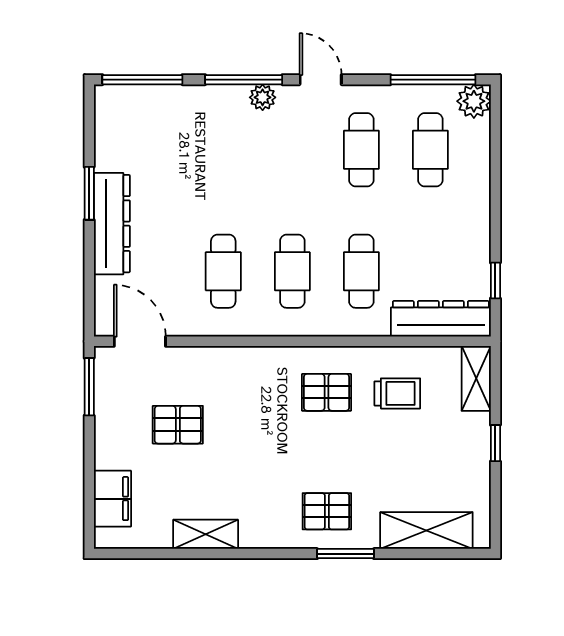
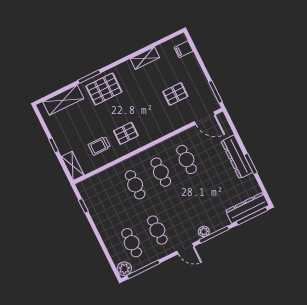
dresser: (441, 319) -> (247, 208), moved, turned 180
filing cabinet: (112, 499) -> (184, 49), width x0.50
pallet: (327, 511) -> (104, 89), width x1.50, depth x1.42

